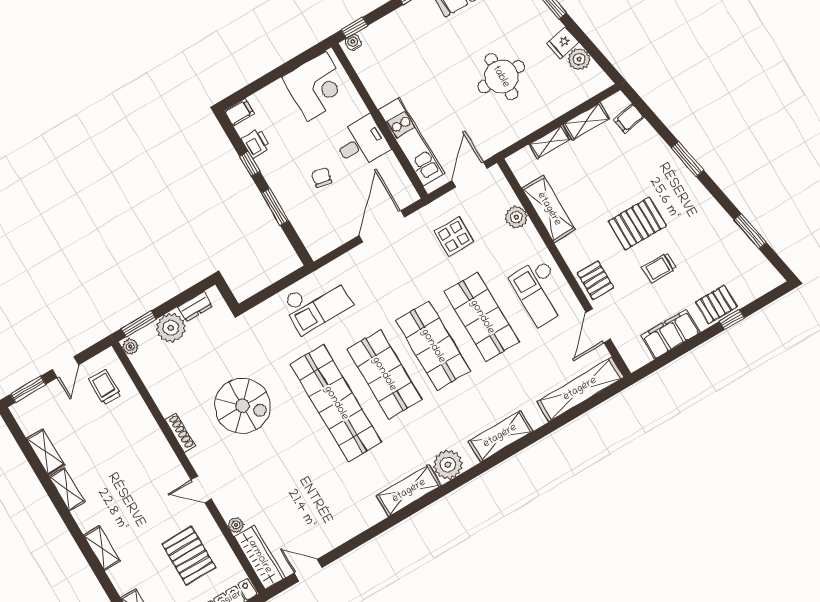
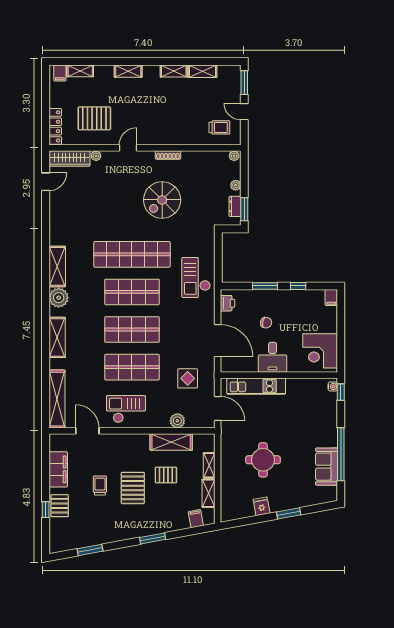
plant: (579, 59) -> (247, 510), removed
printer: (256, 143) -> (228, 303), moved, turned -90
pallet: (596, 280) -> (166, 475), moved
window: (139, 324) -> (244, 209), moved
plant: (171, 328) -> (236, 185), width x0.53, depth x0.53

